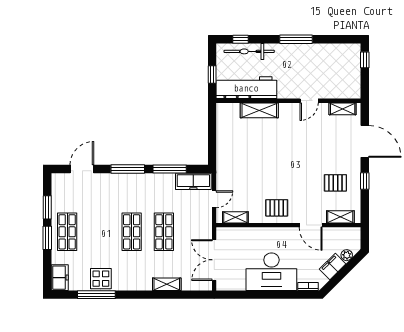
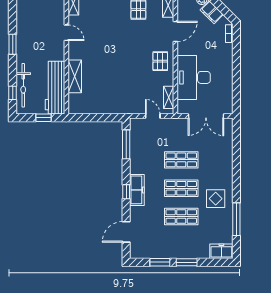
window: (296, 39) -> (13, 44), width x0.69
door: (82, 169) -> (126, 232), hinge flipped
window: (128, 169) -> (126, 192), width x0.46
window: (170, 169) -> (126, 144), moved
freezer: (193, 181) -> (137, 190), moved
shop shelf: (67, 232) -> (181, 217), moved
desk: (271, 272) -> (194, 77), moved, turned 180
display table: (101, 279) -> (216, 199), moved
shelving: (167, 284) -> (227, 157), removed

